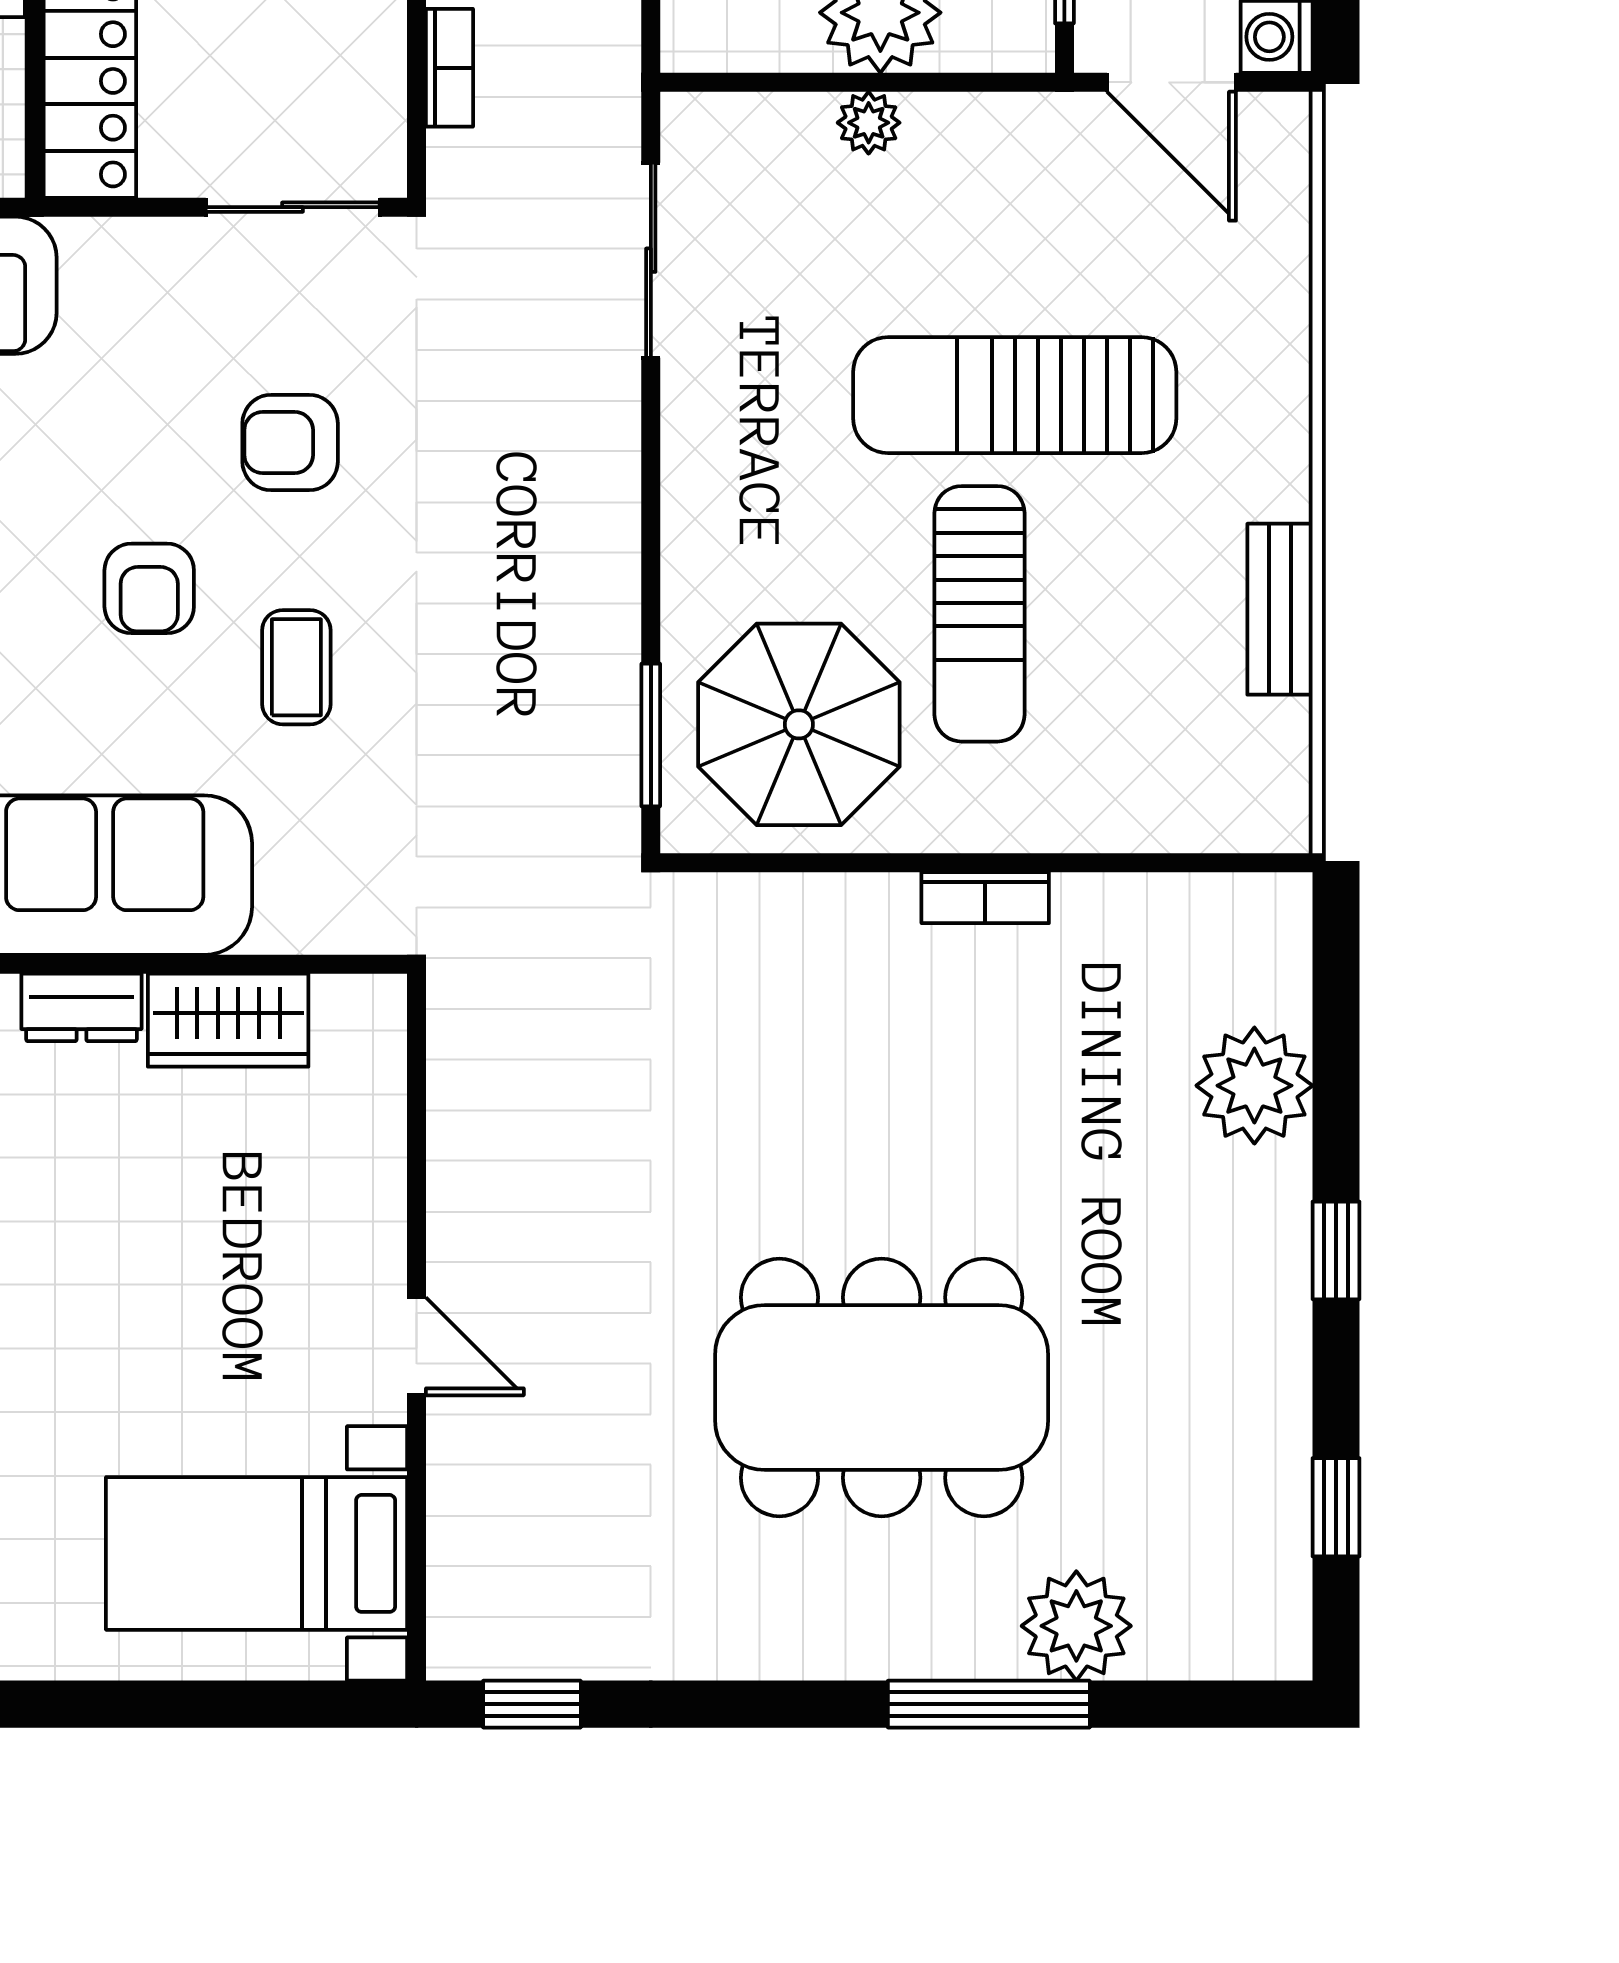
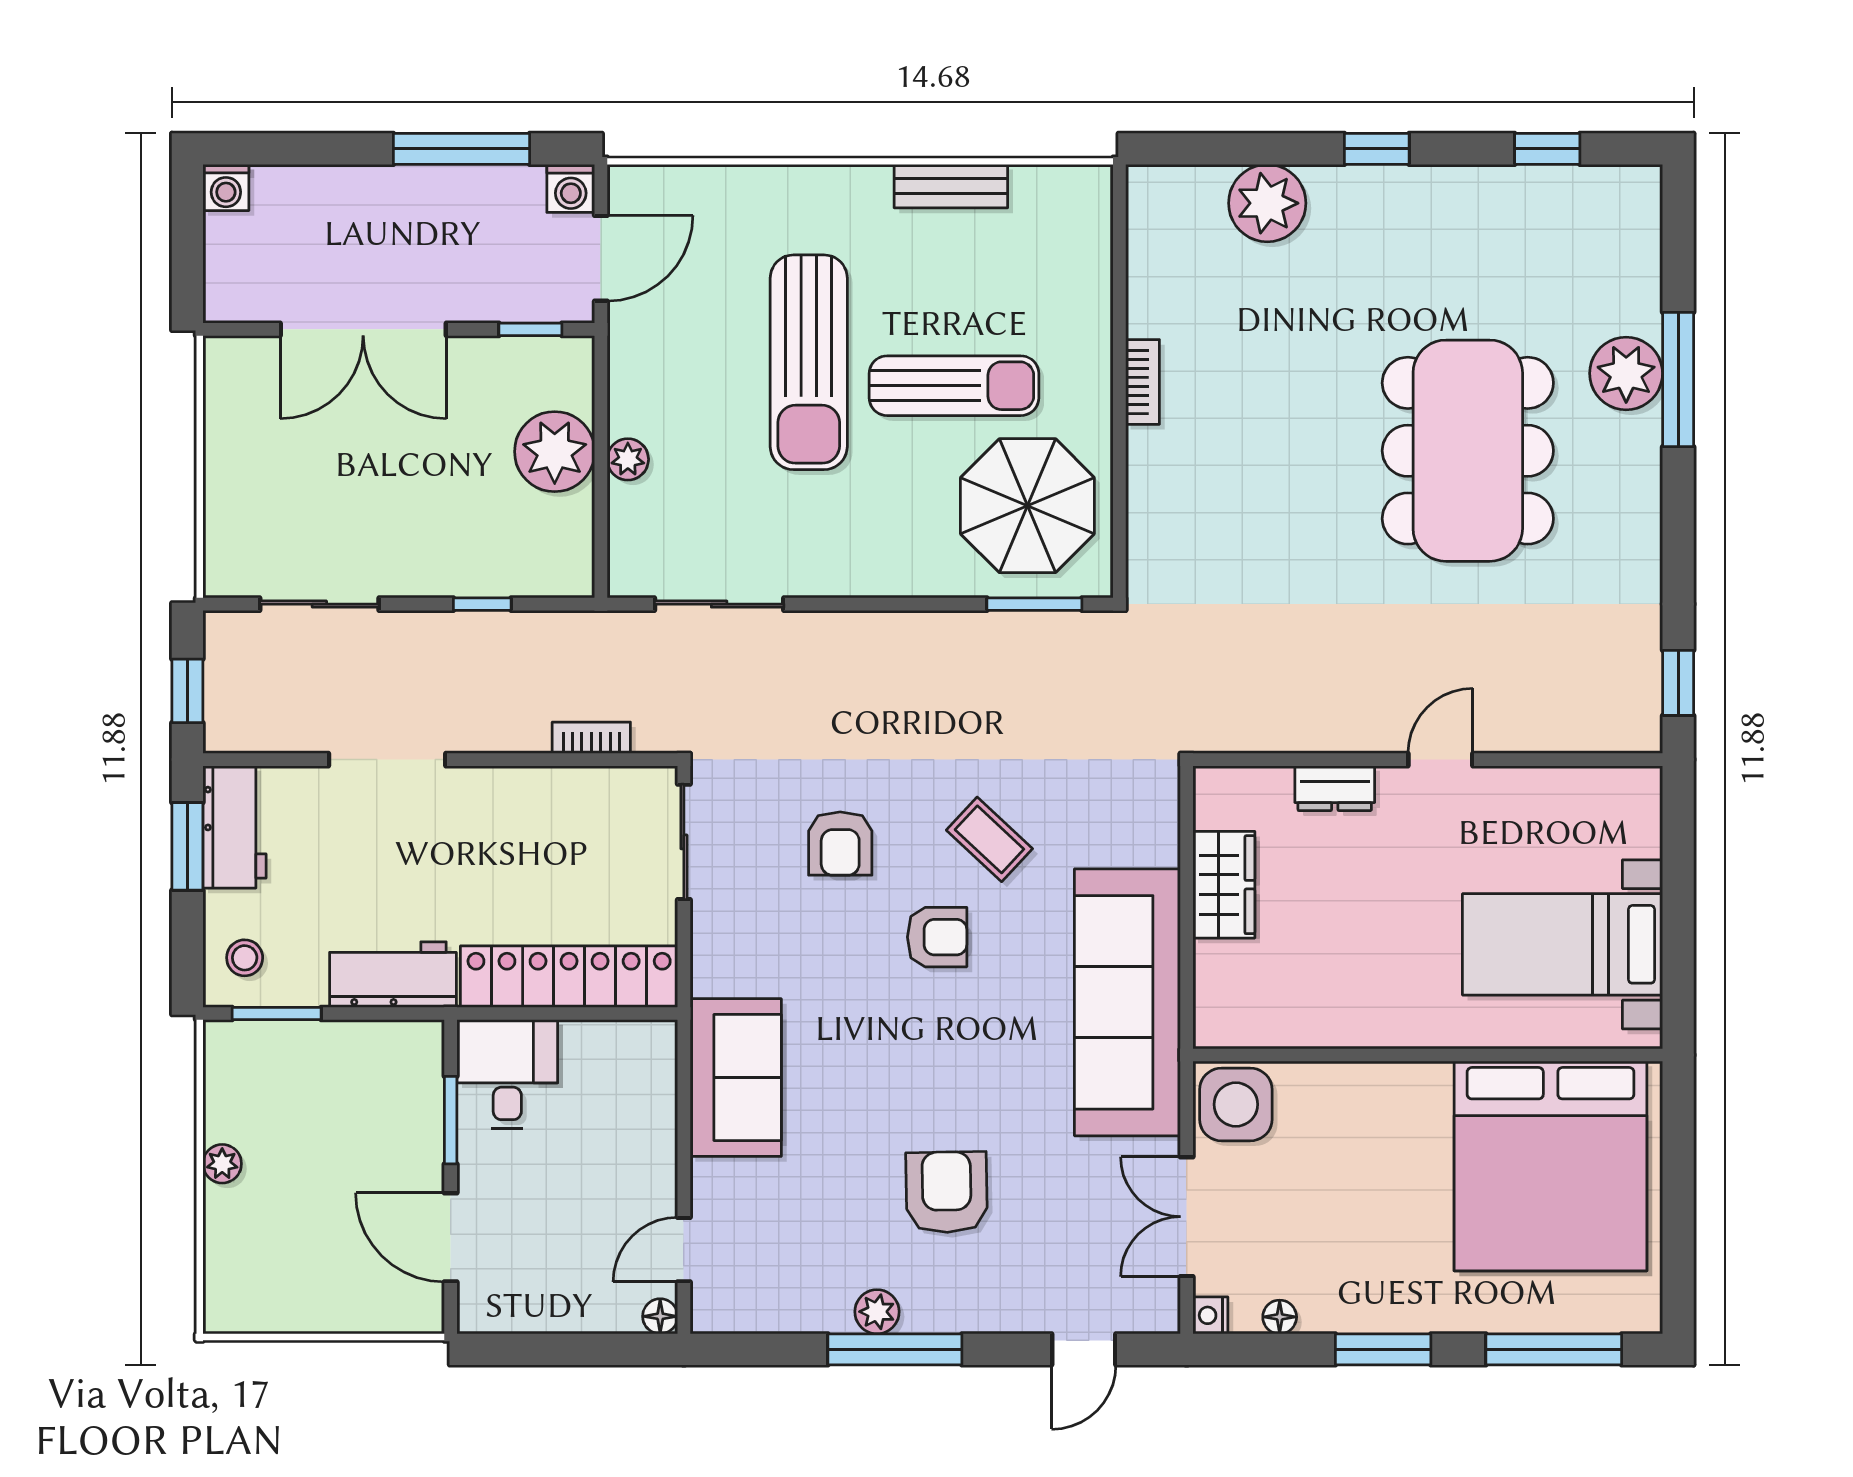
coffee table: (296, 667) -> (989, 839), turned 43
dresser: (81, 1007) -> (1335, 788), moved, turned 90
bed with nightstands: (257, 1553) -> (1562, 944), moved, turned 90
plant: (1076, 1626) -> (1626, 373), moved

